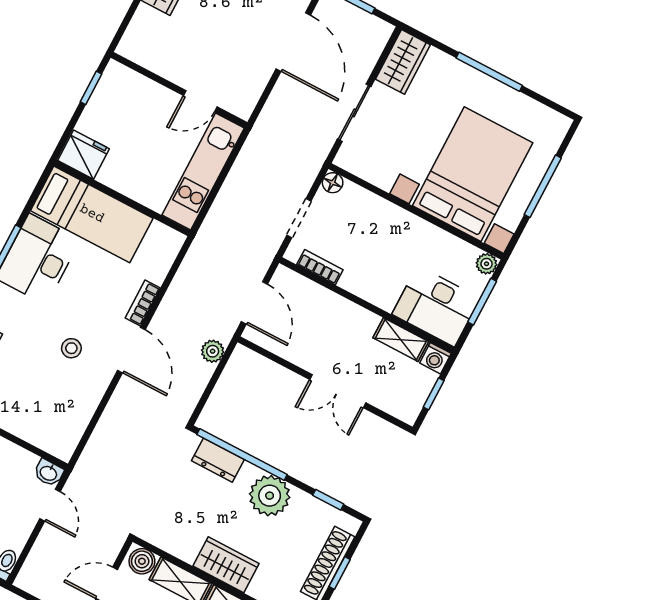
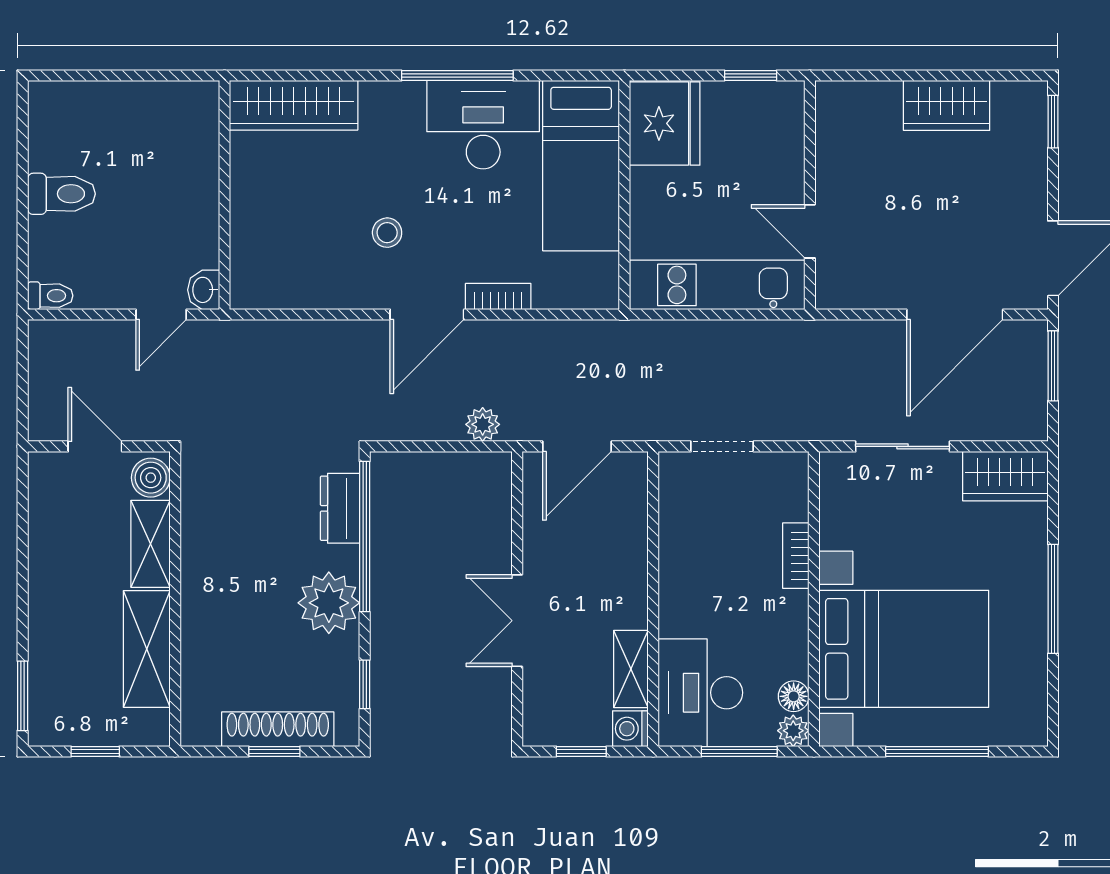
fridge: (84, 155) -> (665, 123), width x1.36, depth x1.34
floor lamp: (333, 183) -> (794, 696), moved
bookcase: (320, 267) -> (796, 556), moved, turned 180
wardrobe: (226, 565) -> (205, 593), removed

